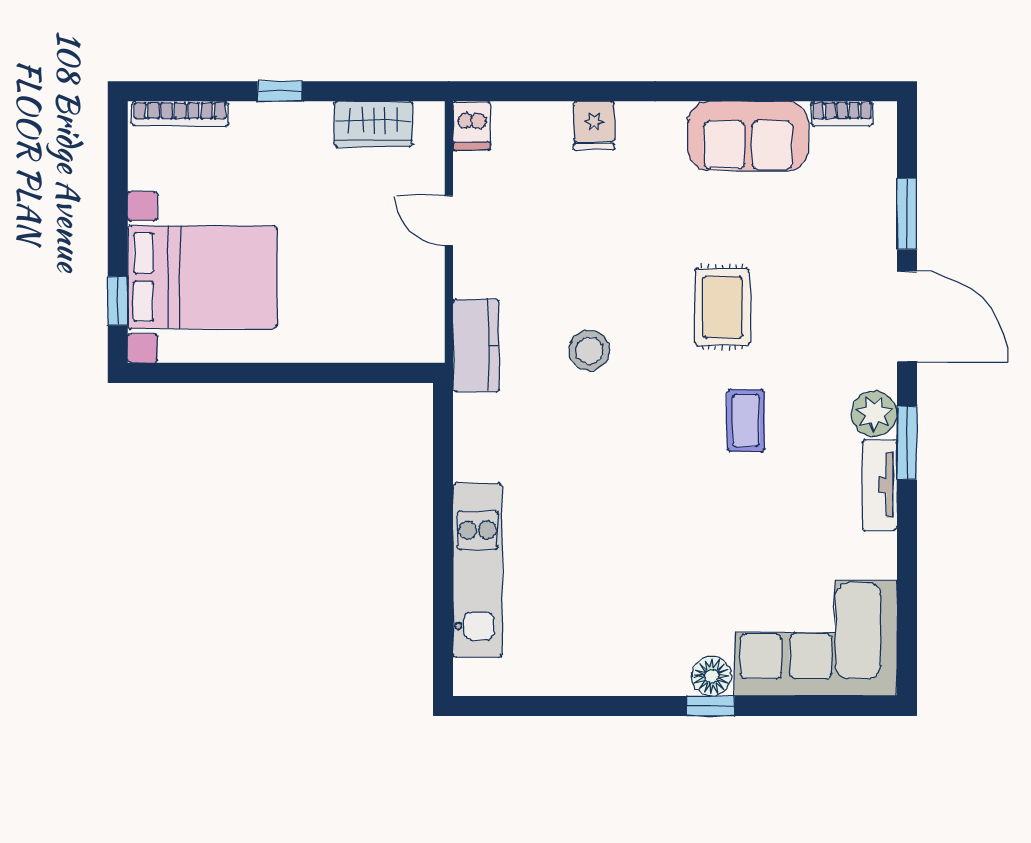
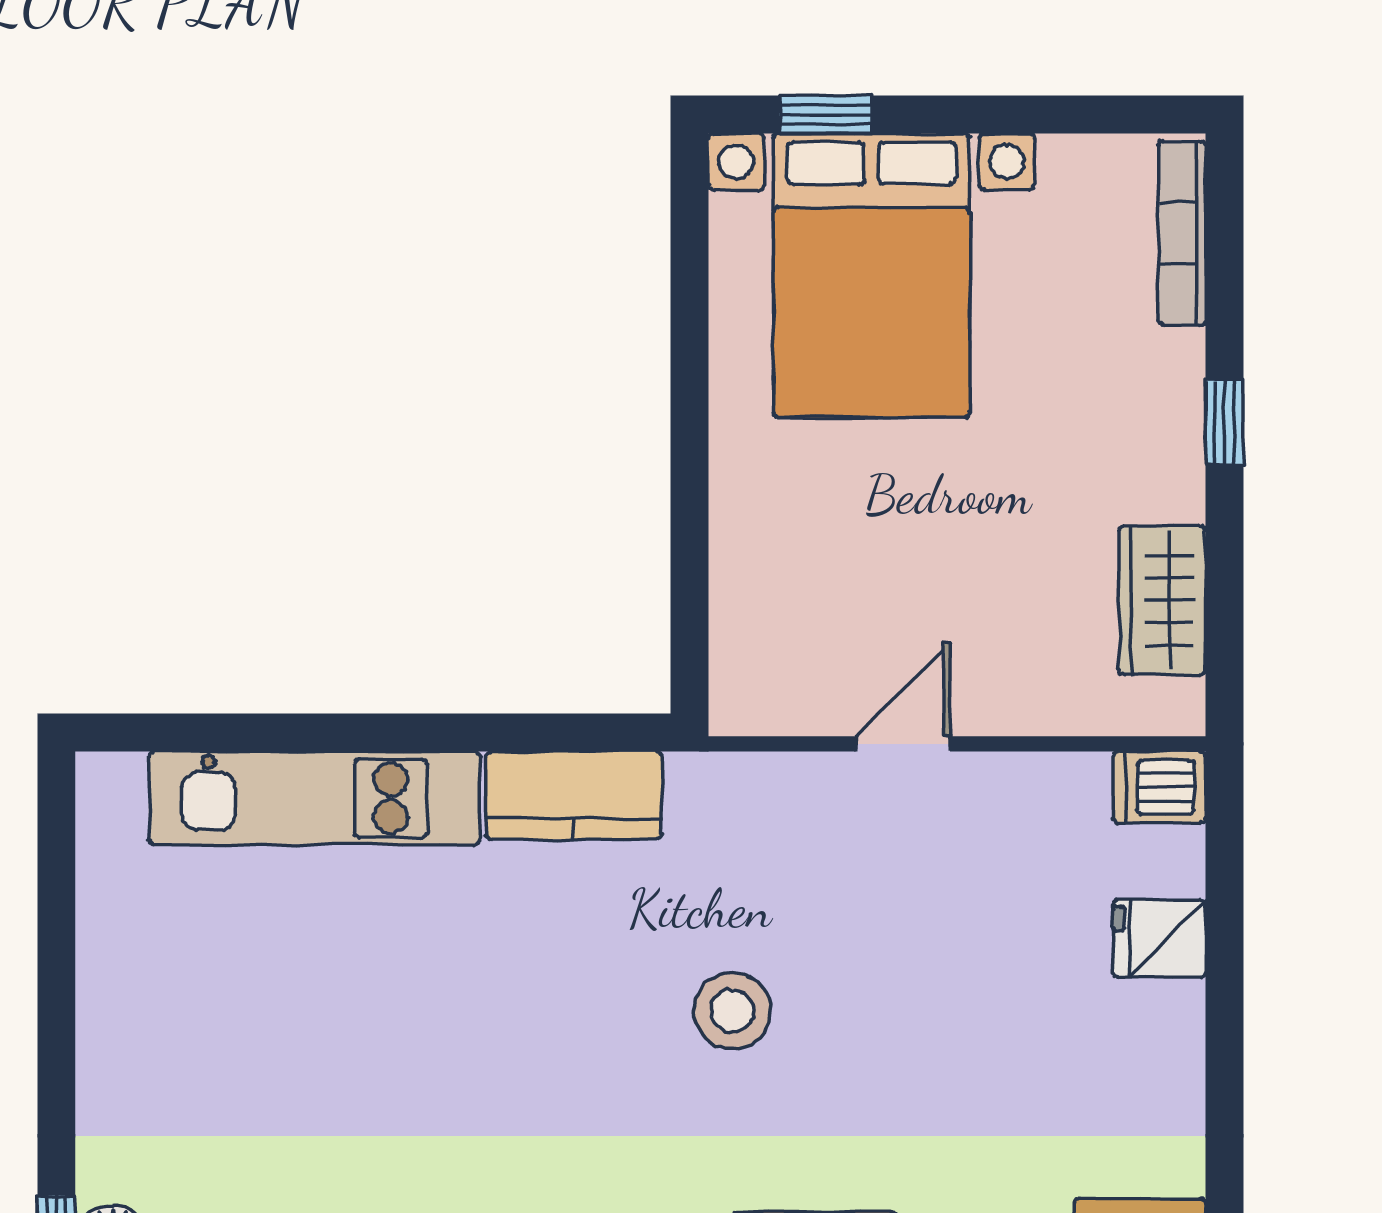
fridge: (594, 126) -> (1159, 939), moved
door: (449, 220) -> (903, 744), moved
kitchen counter: (476, 345) -> (574, 795), moved

